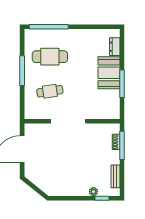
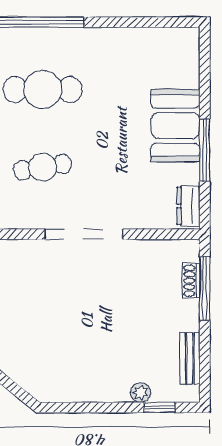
dresser: (115, 47) -> (188, 206), moved

